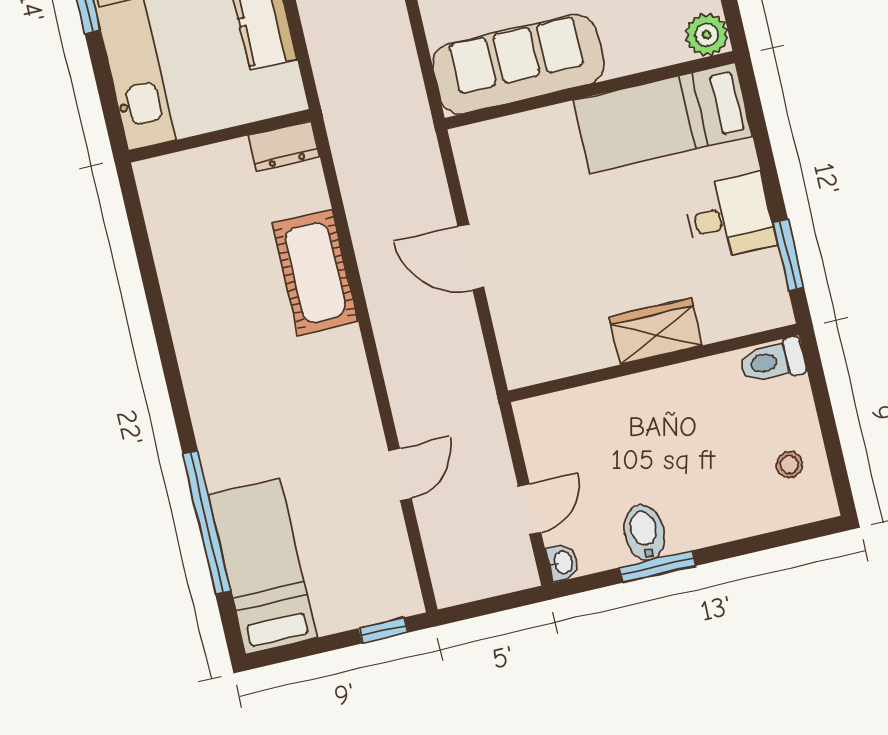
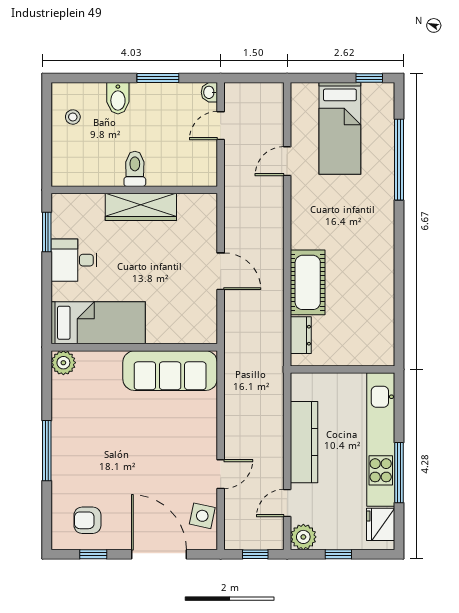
dresser: (284, 146) -> (301, 335), moved, turned 90
wardrobe: (656, 331) -> (141, 207), width x1.50
toilet: (773, 361) -> (135, 169), moved, turned -90
bidet: (644, 533) -> (118, 98), moved
bed: (263, 566) -> (340, 128), moved
window: (383, 630) -> (369, 78), moved

